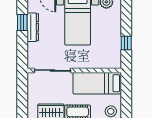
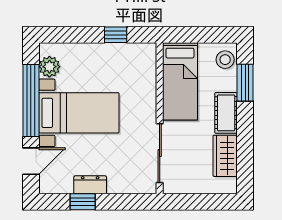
dresser: (33, 27) -> (90, 185), width x0.70

